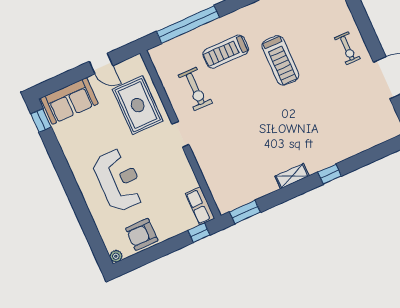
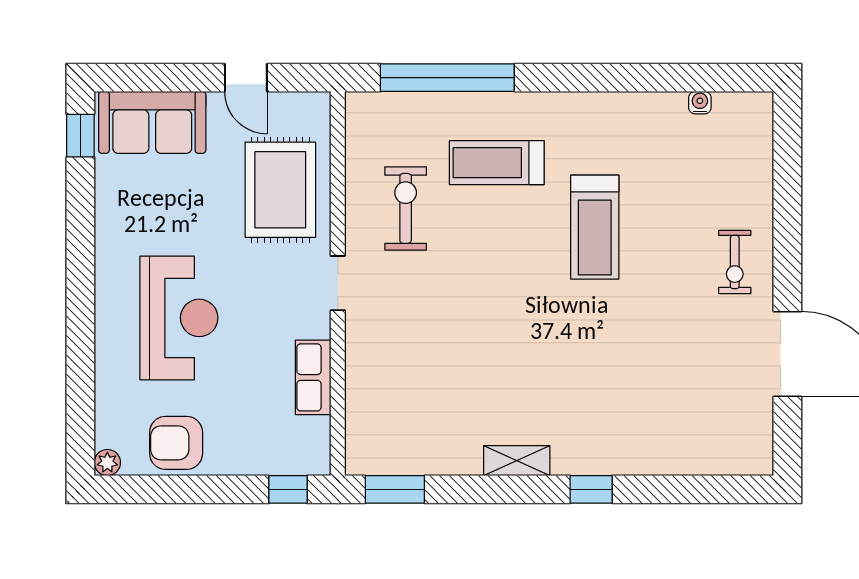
exercise bike: (195, 89) -> (406, 208), turned 180
row of seats: (200, 206) -> (313, 377), moved

